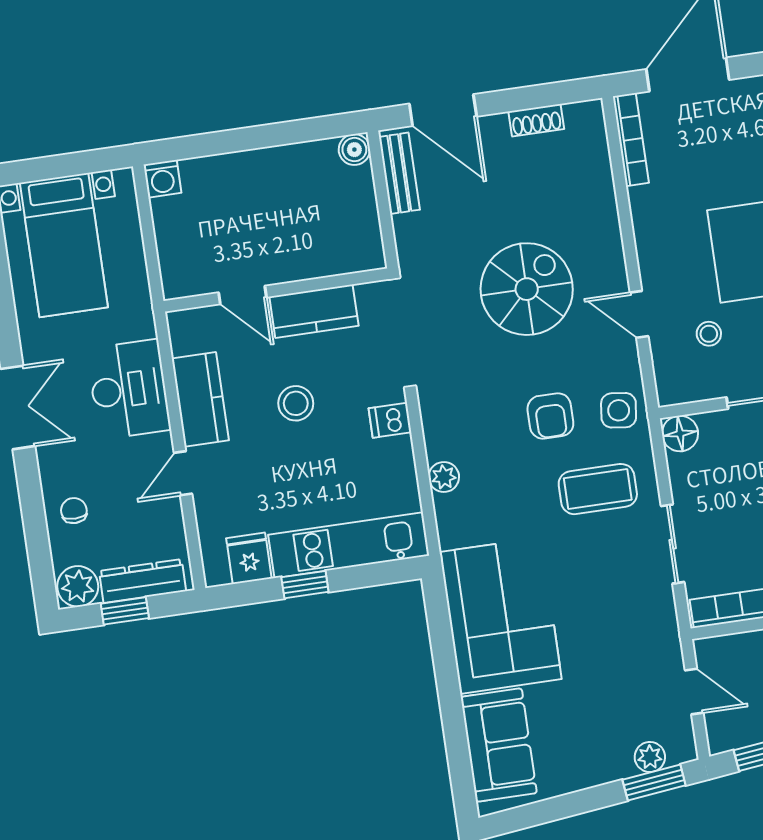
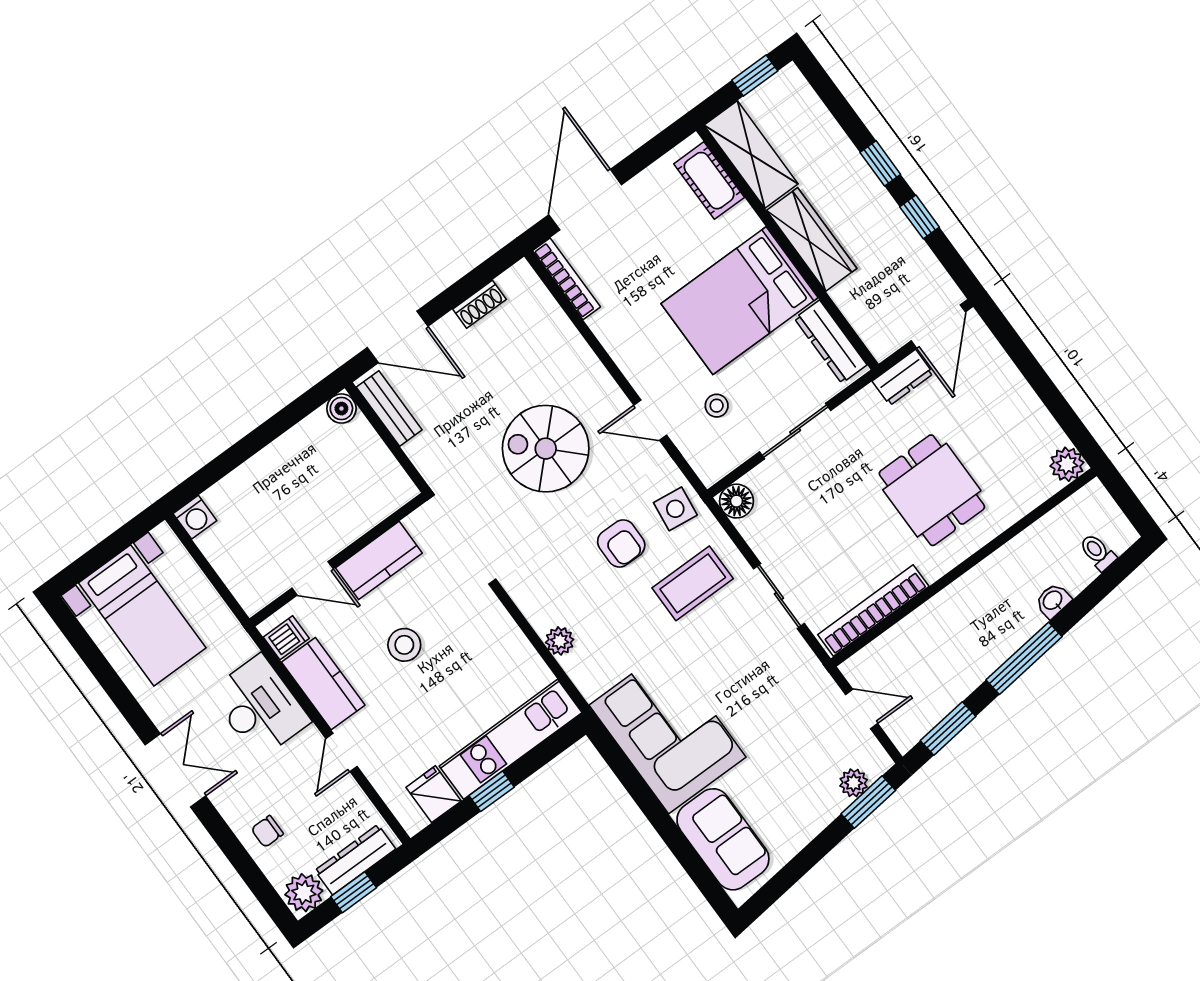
spiral stairs: (527, 289) -> (546, 449), turned -90
dishwasher: (390, 420) -> (286, 638), moved, turned 180
chair: (74, 511) -> (267, 831), turned -90

